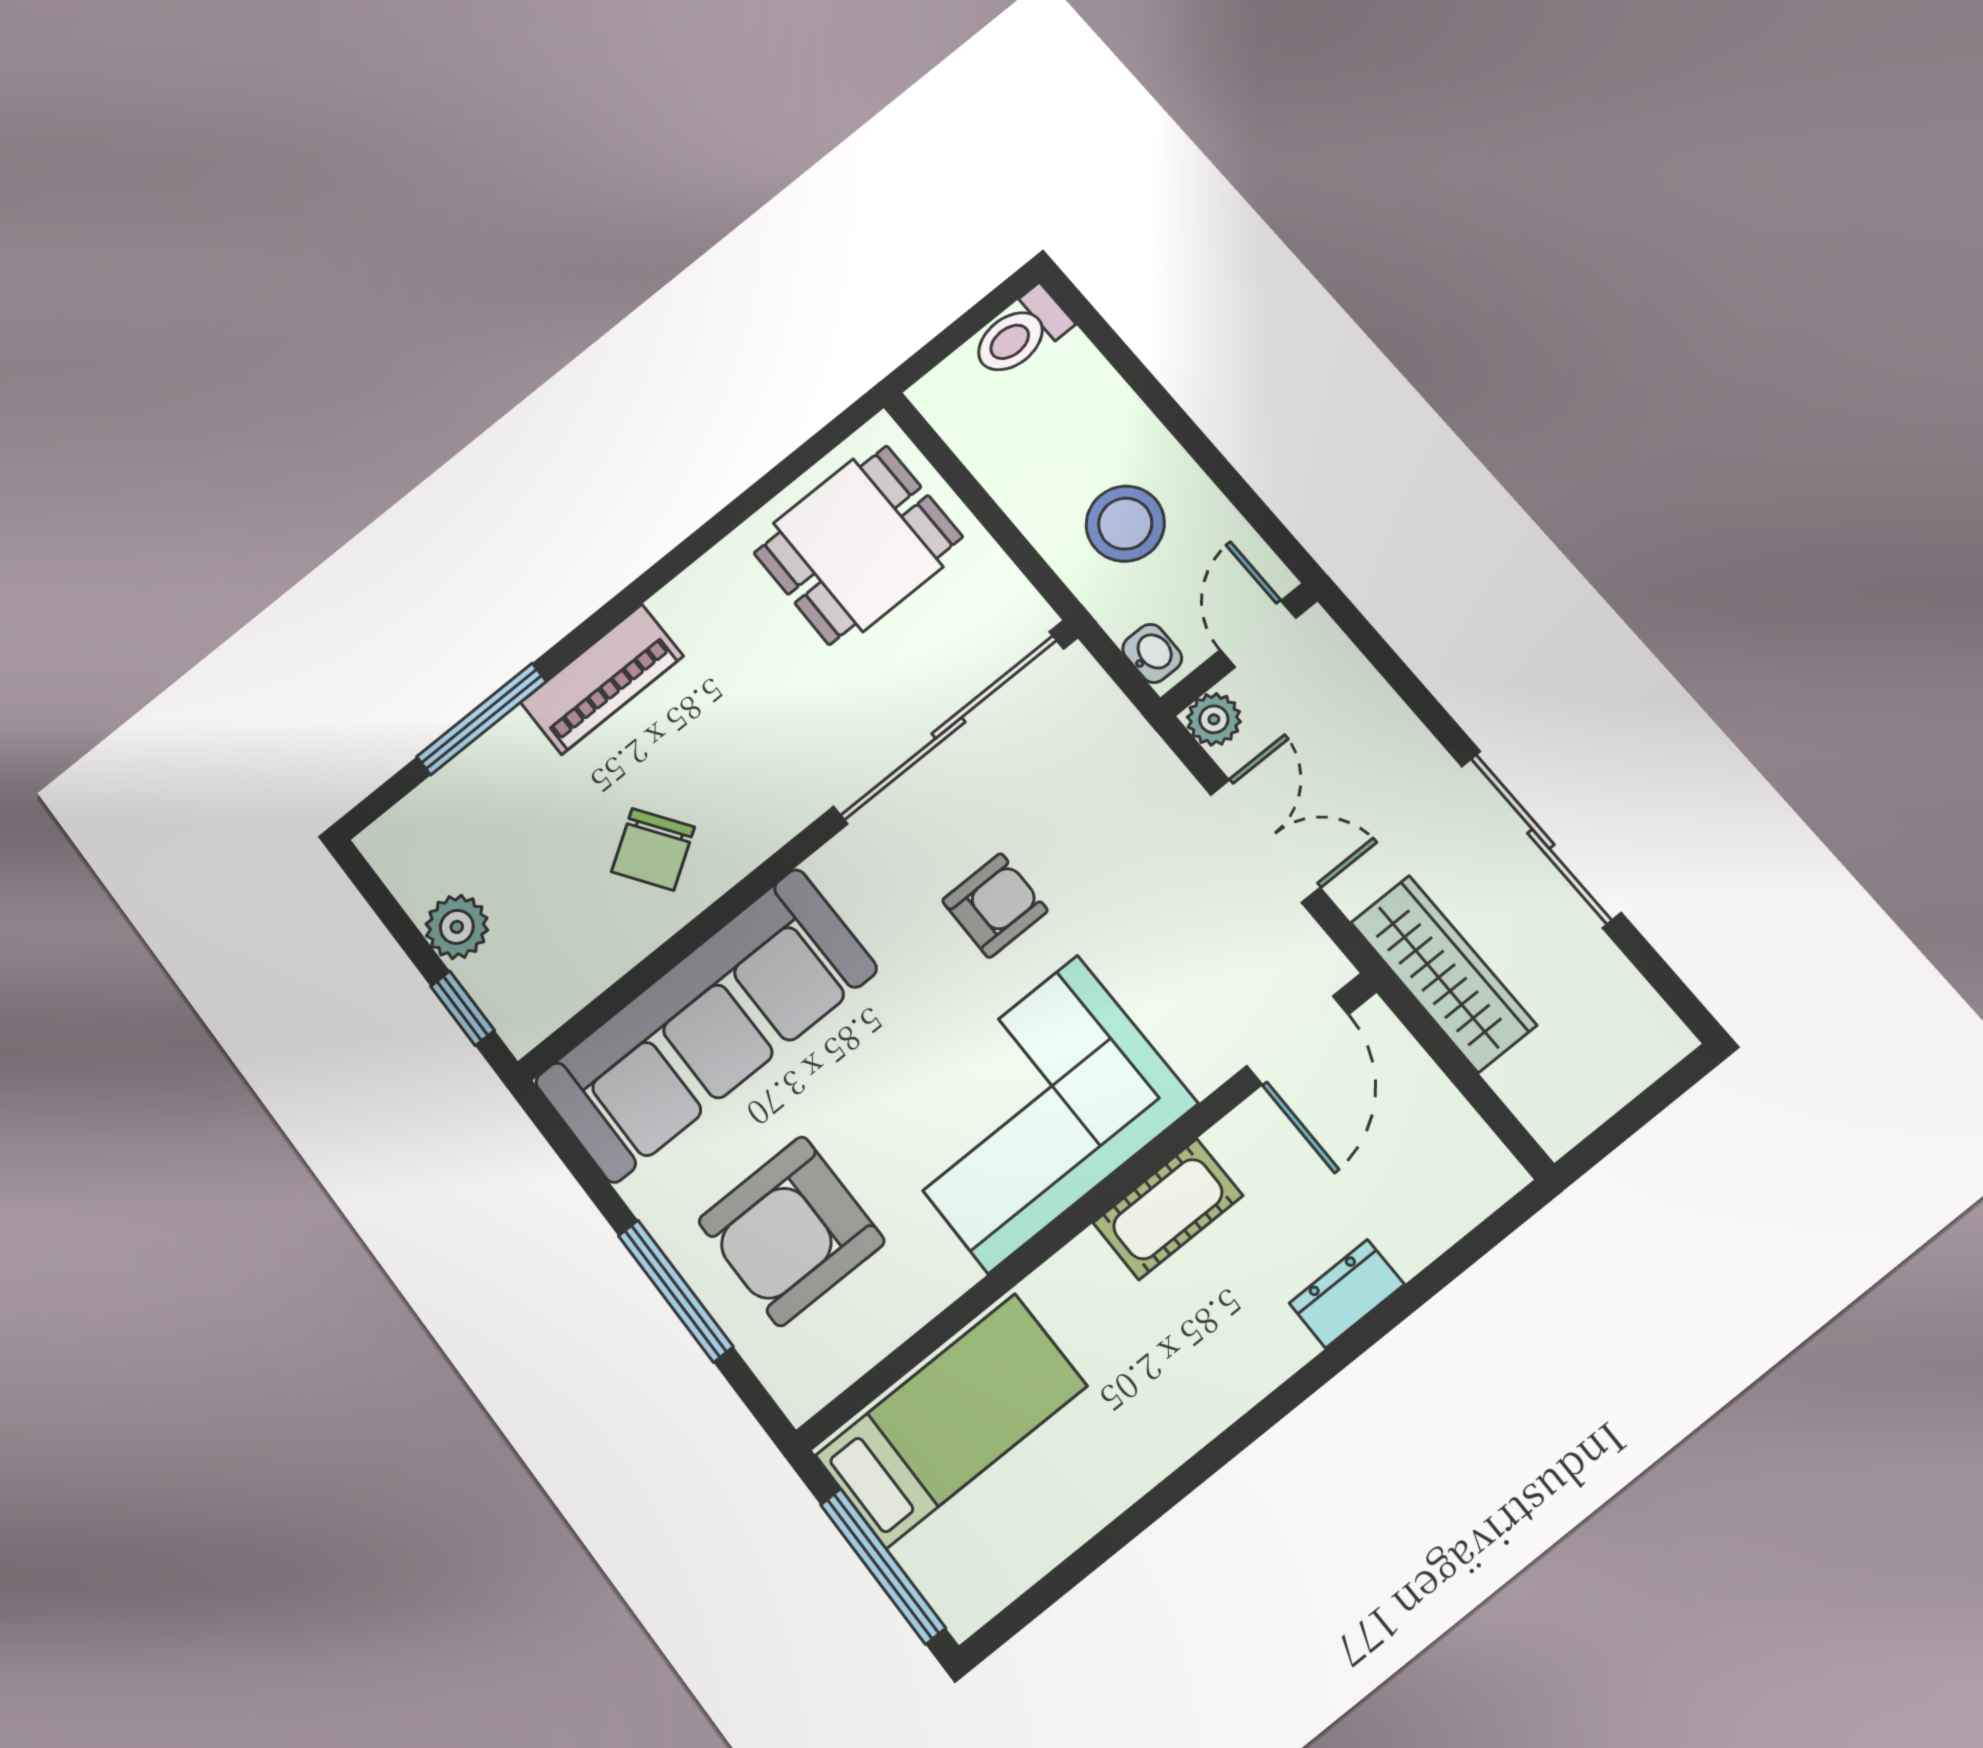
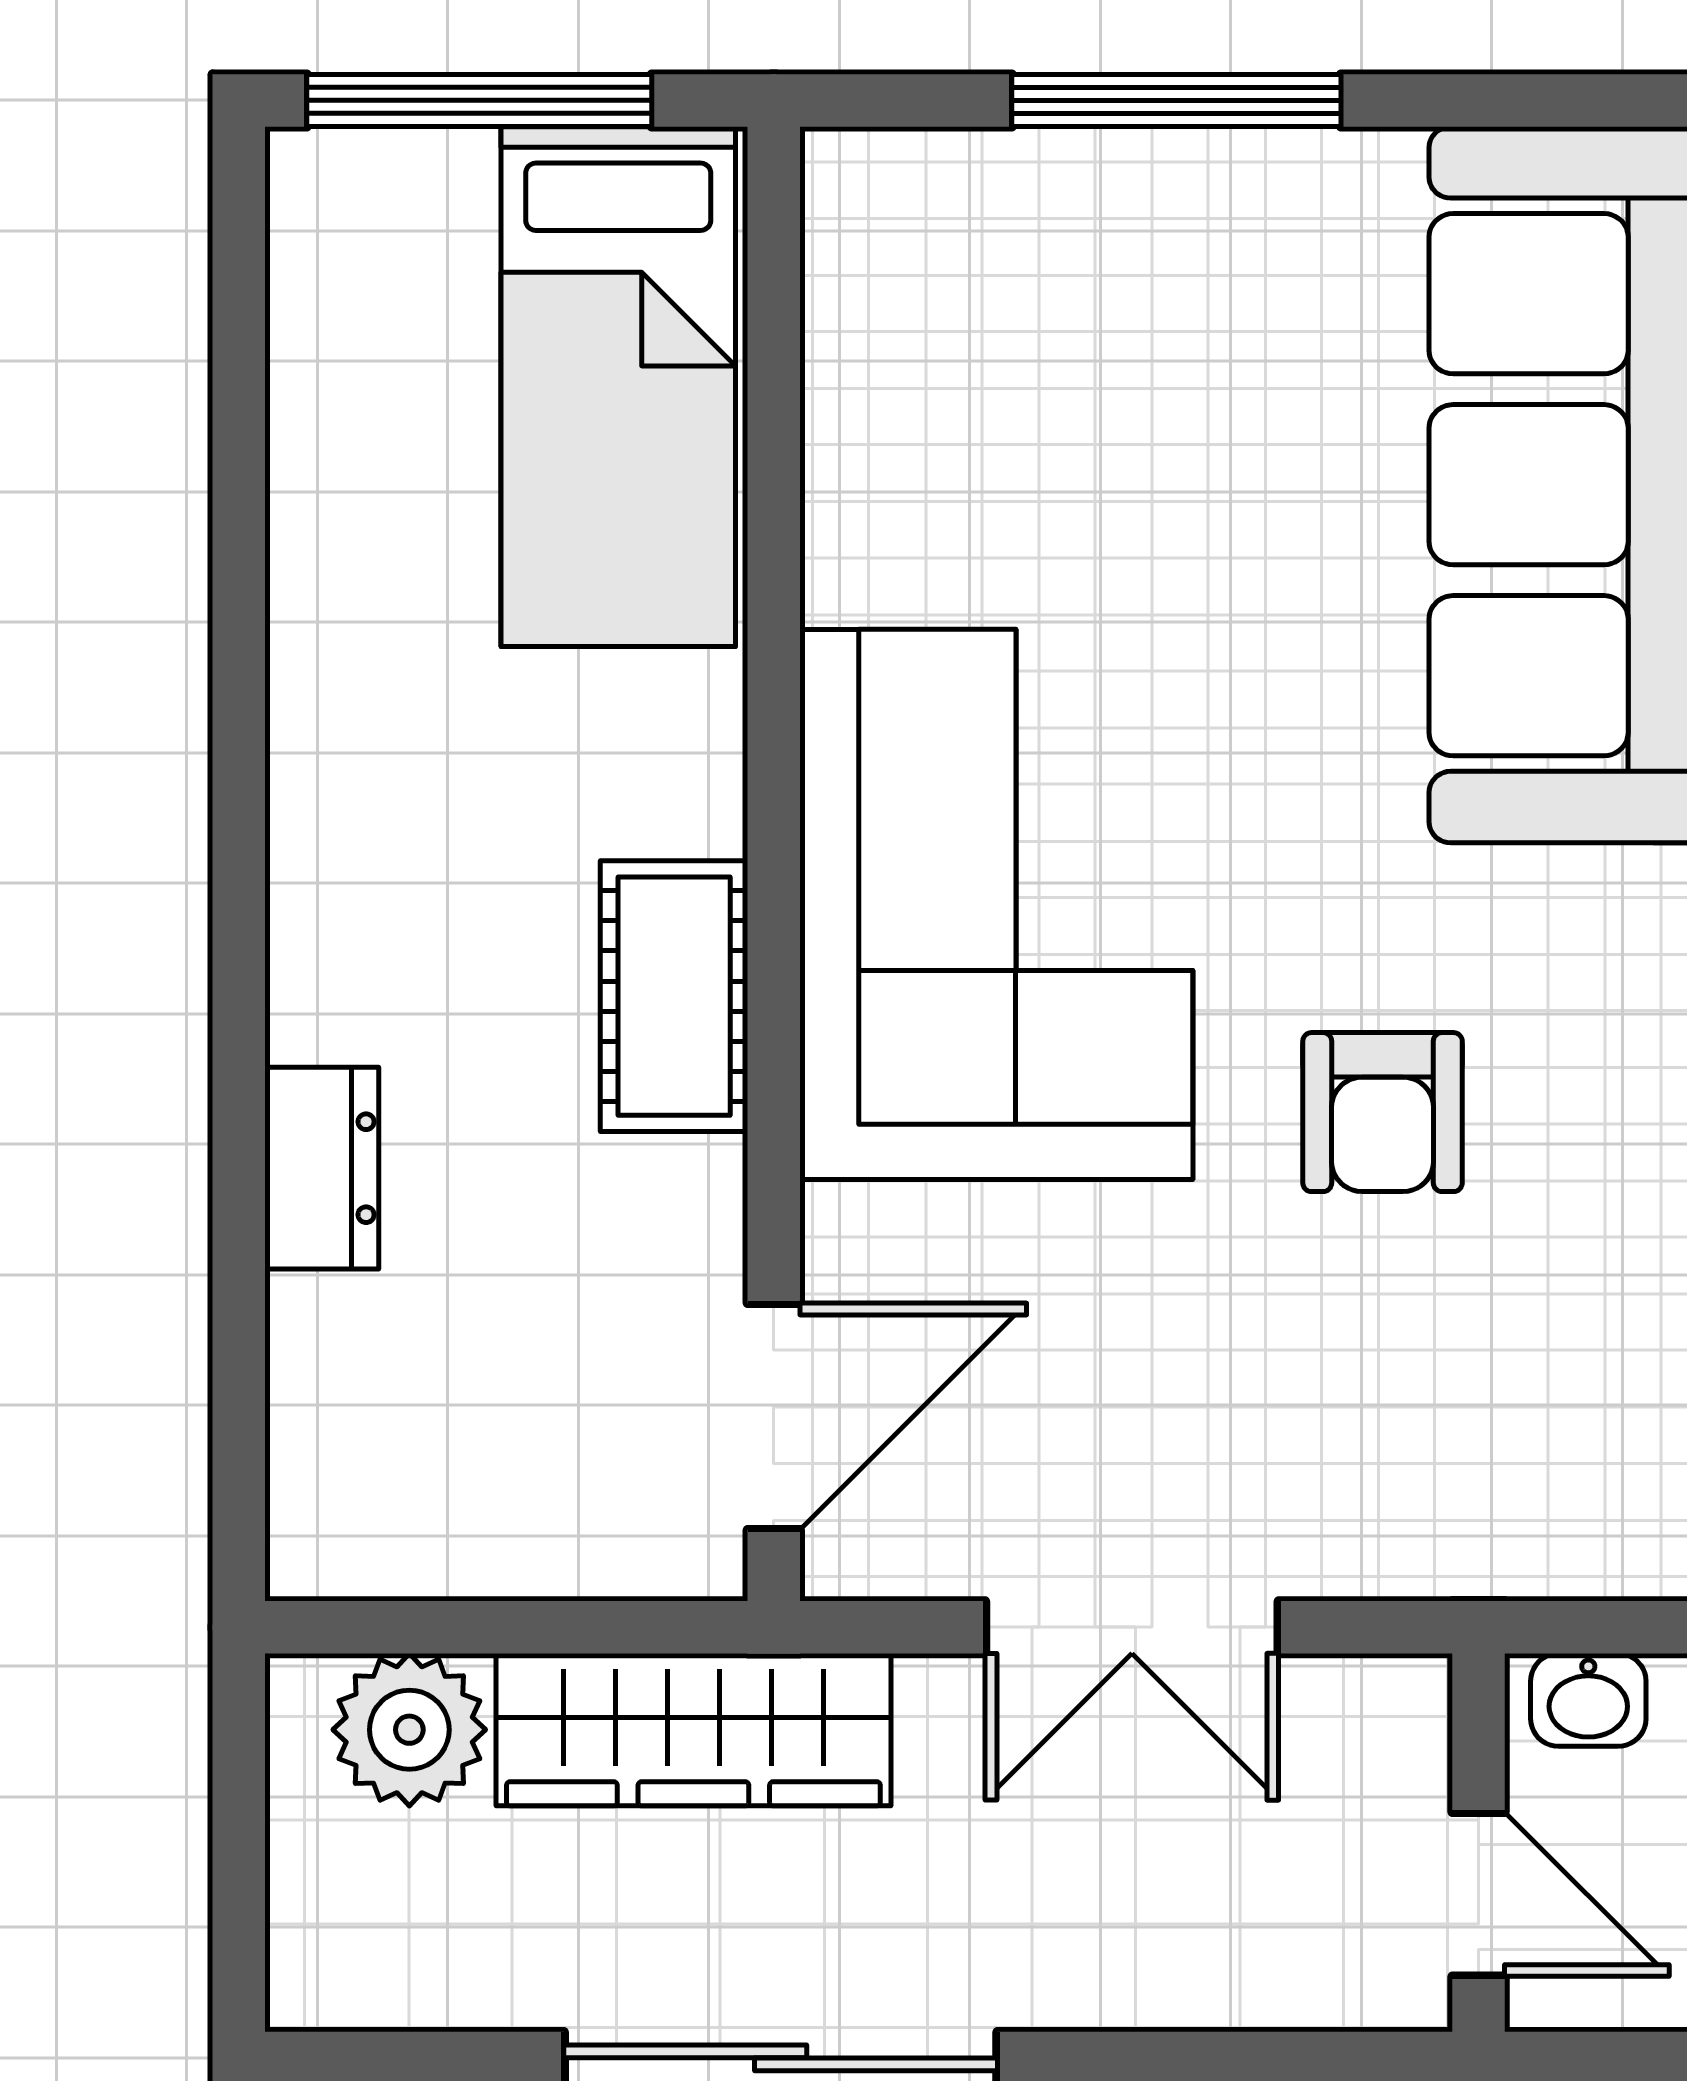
plant: (1214, 719) -> (409, 1730), moved, width x1.38, depth x1.38
door: (1298, 1040) -> (774, 1416), swing flipped
armchair: (791, 1231) -> (1122, 365), removed

